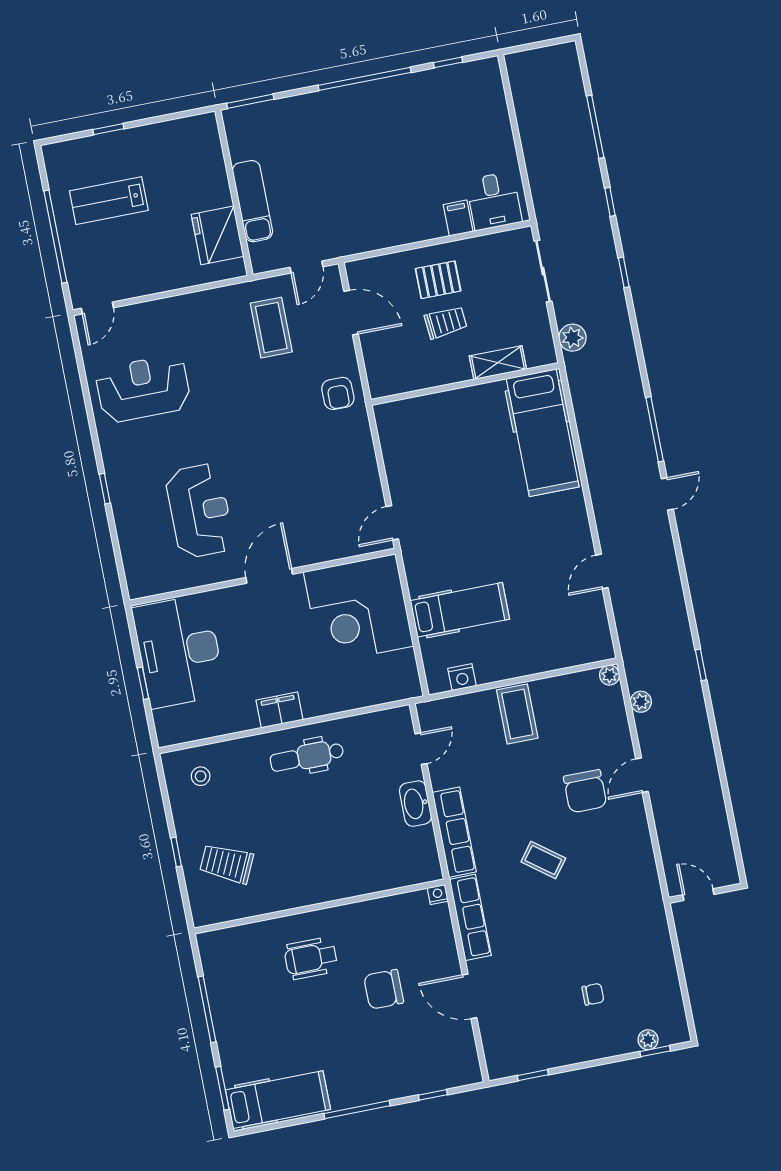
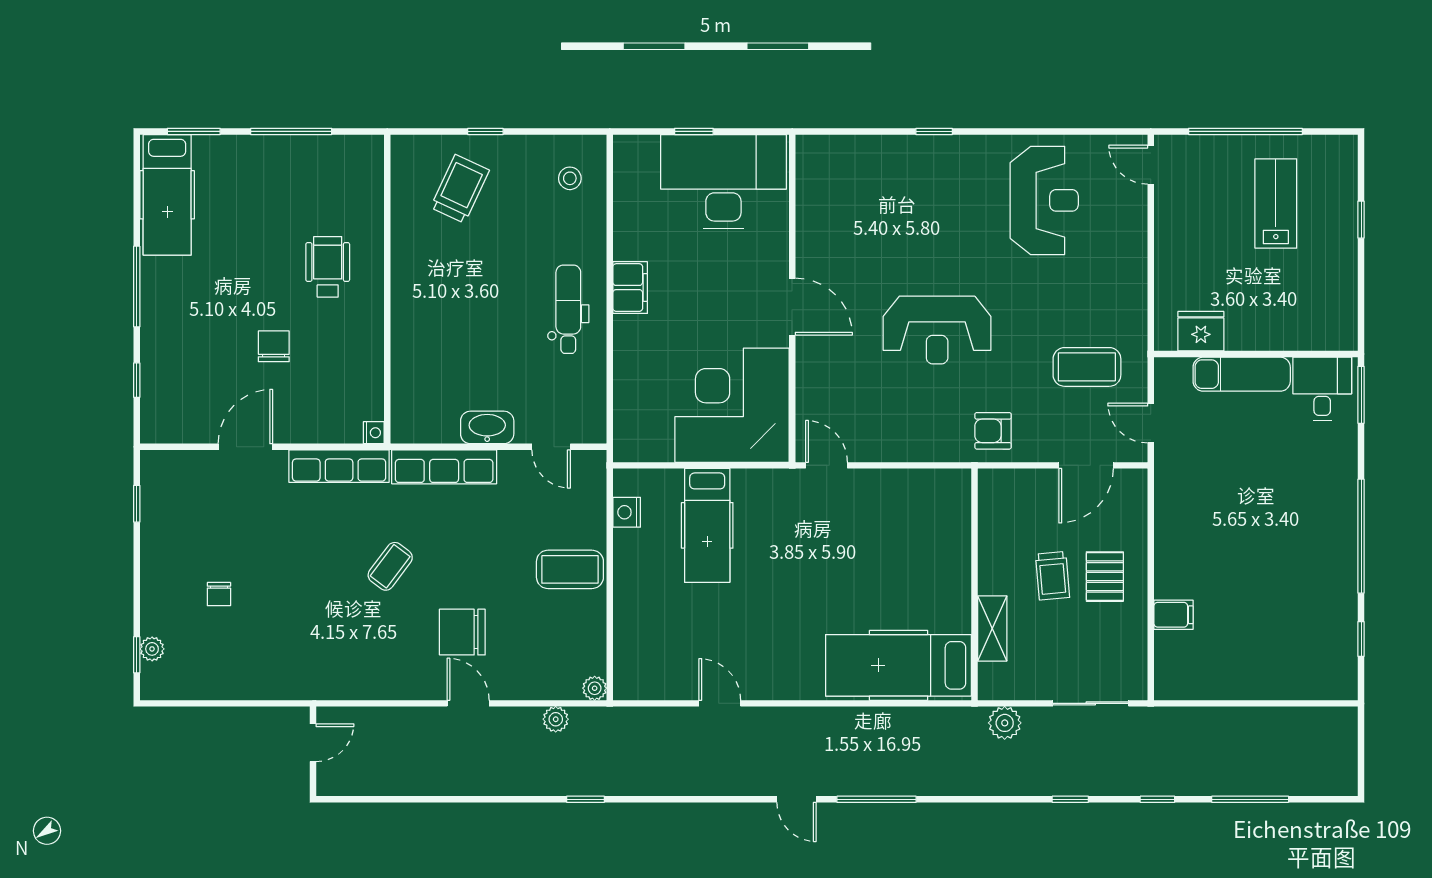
desk: (494, 201) -> (1322, 389), moved, turned 90
fridge: (217, 235) -> (1201, 331), width x0.73, depth x0.75
reception desk: (200, 511) -> (937, 330), moved
chair: (384, 989) -> (274, 346), width x0.73, depth x0.73

